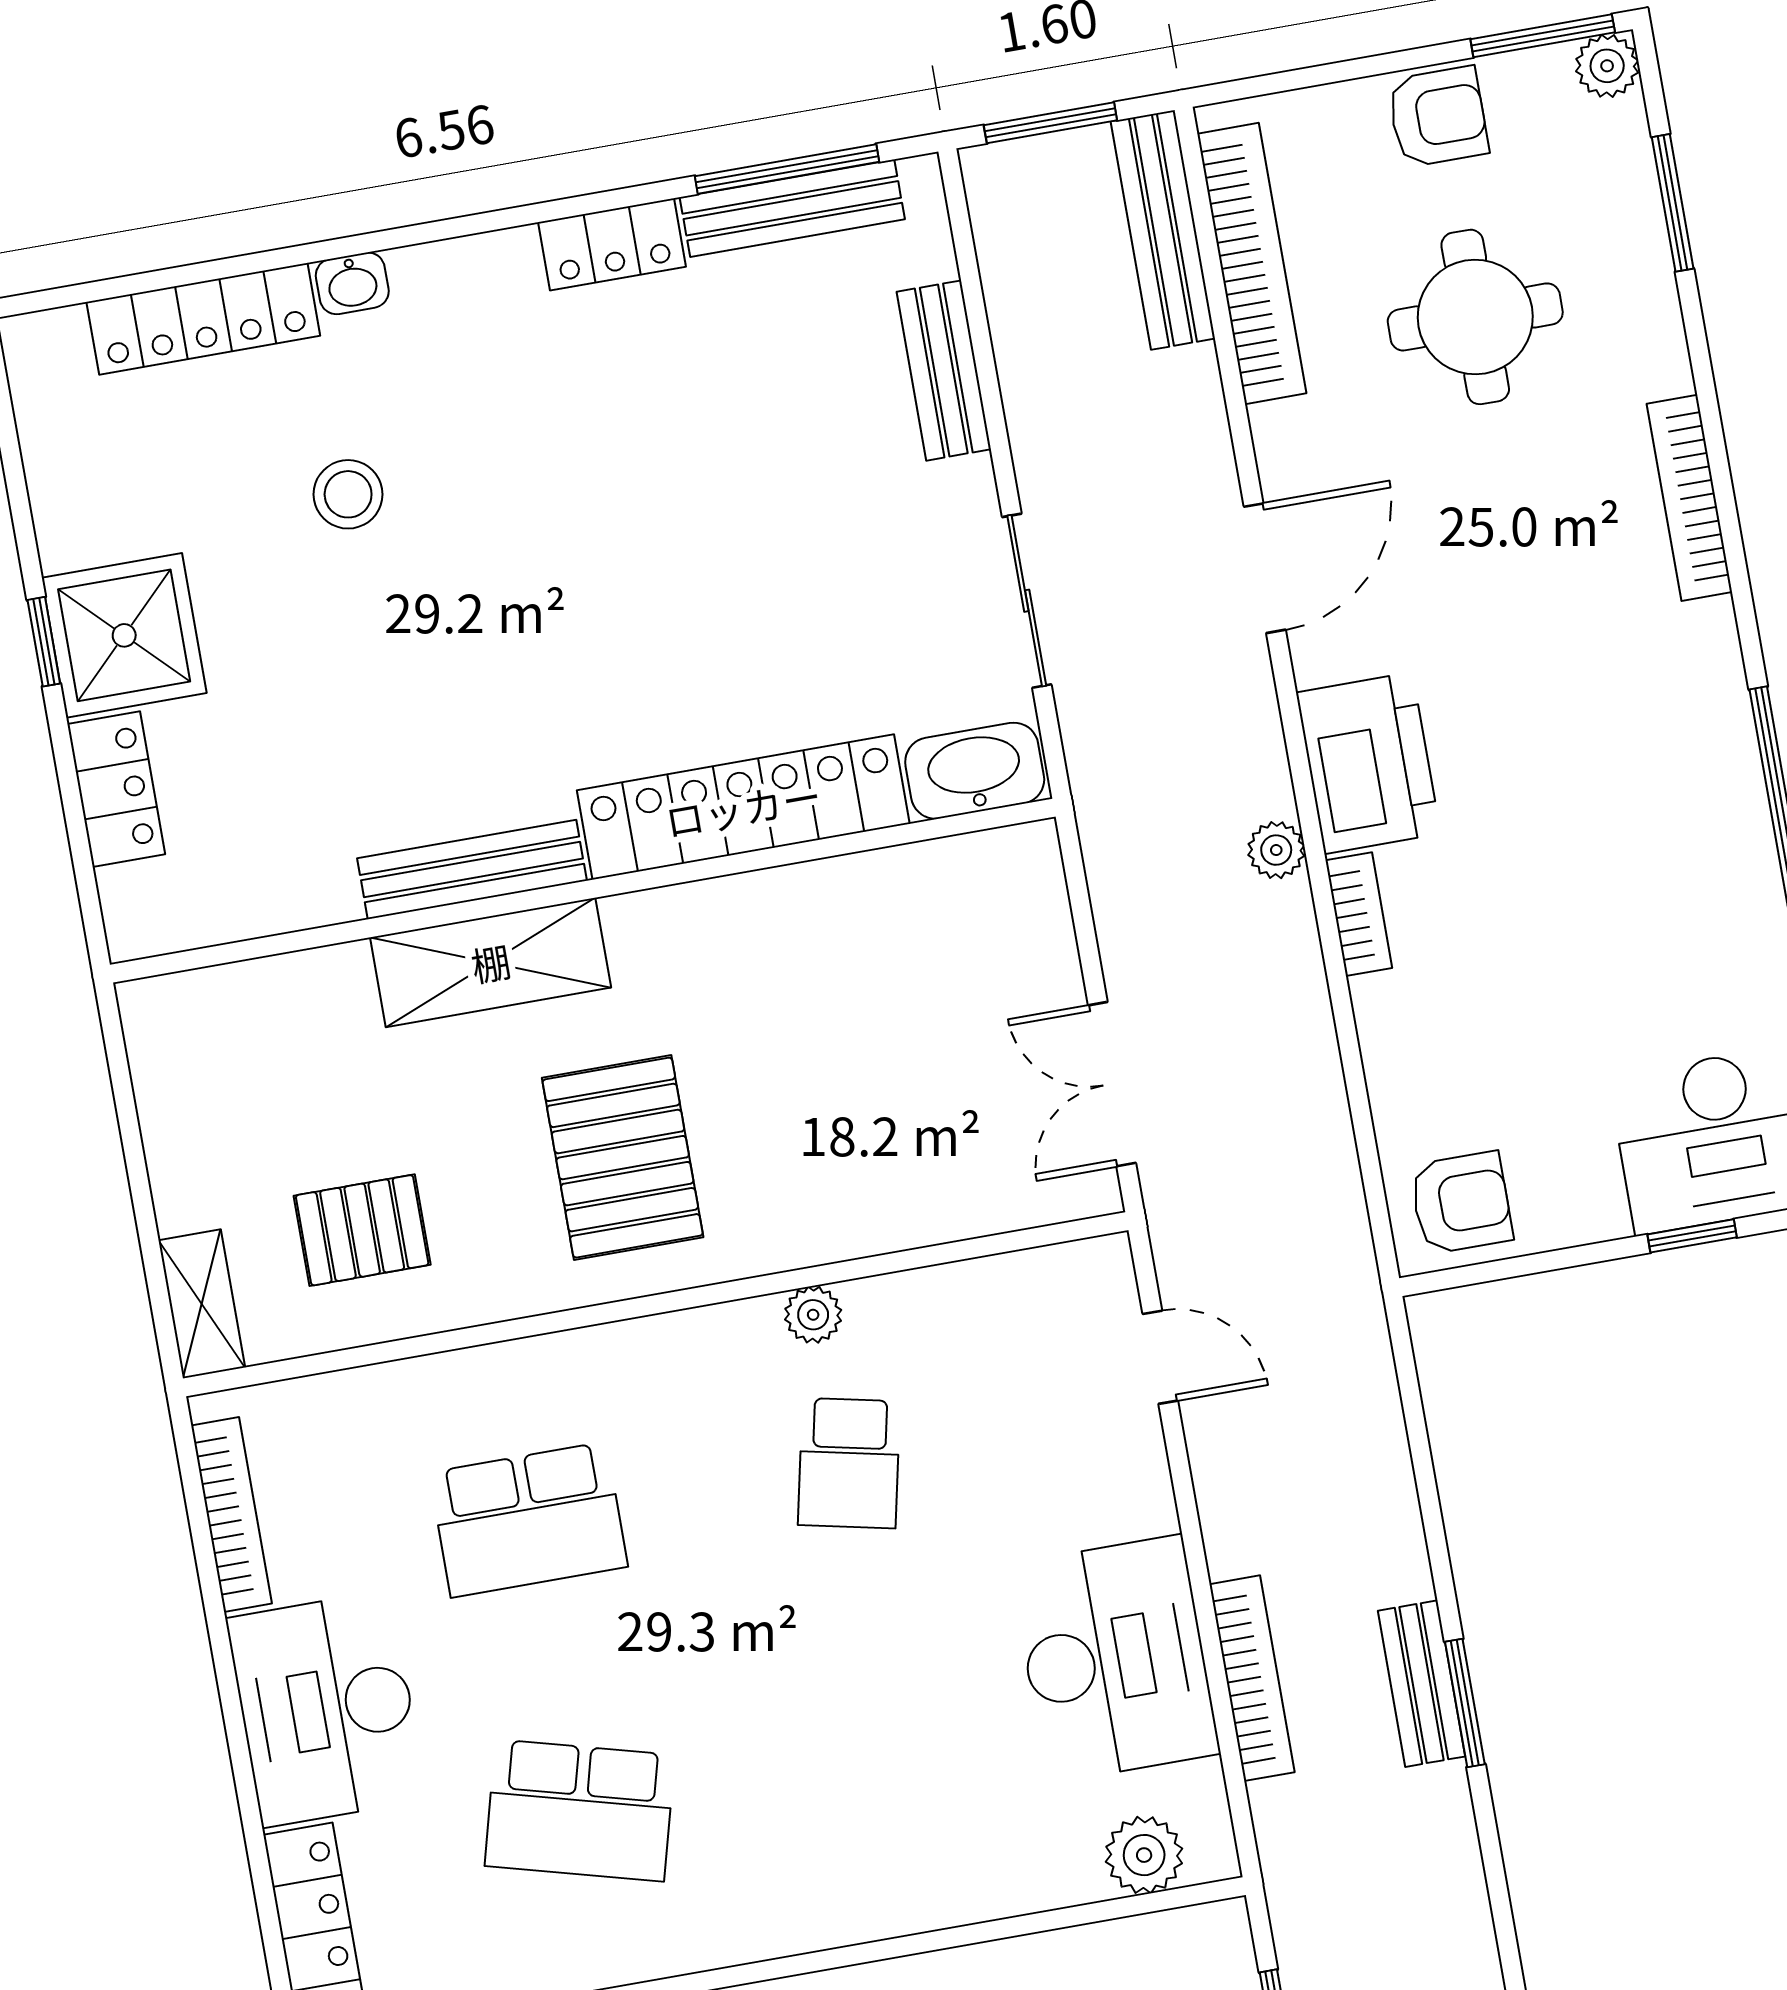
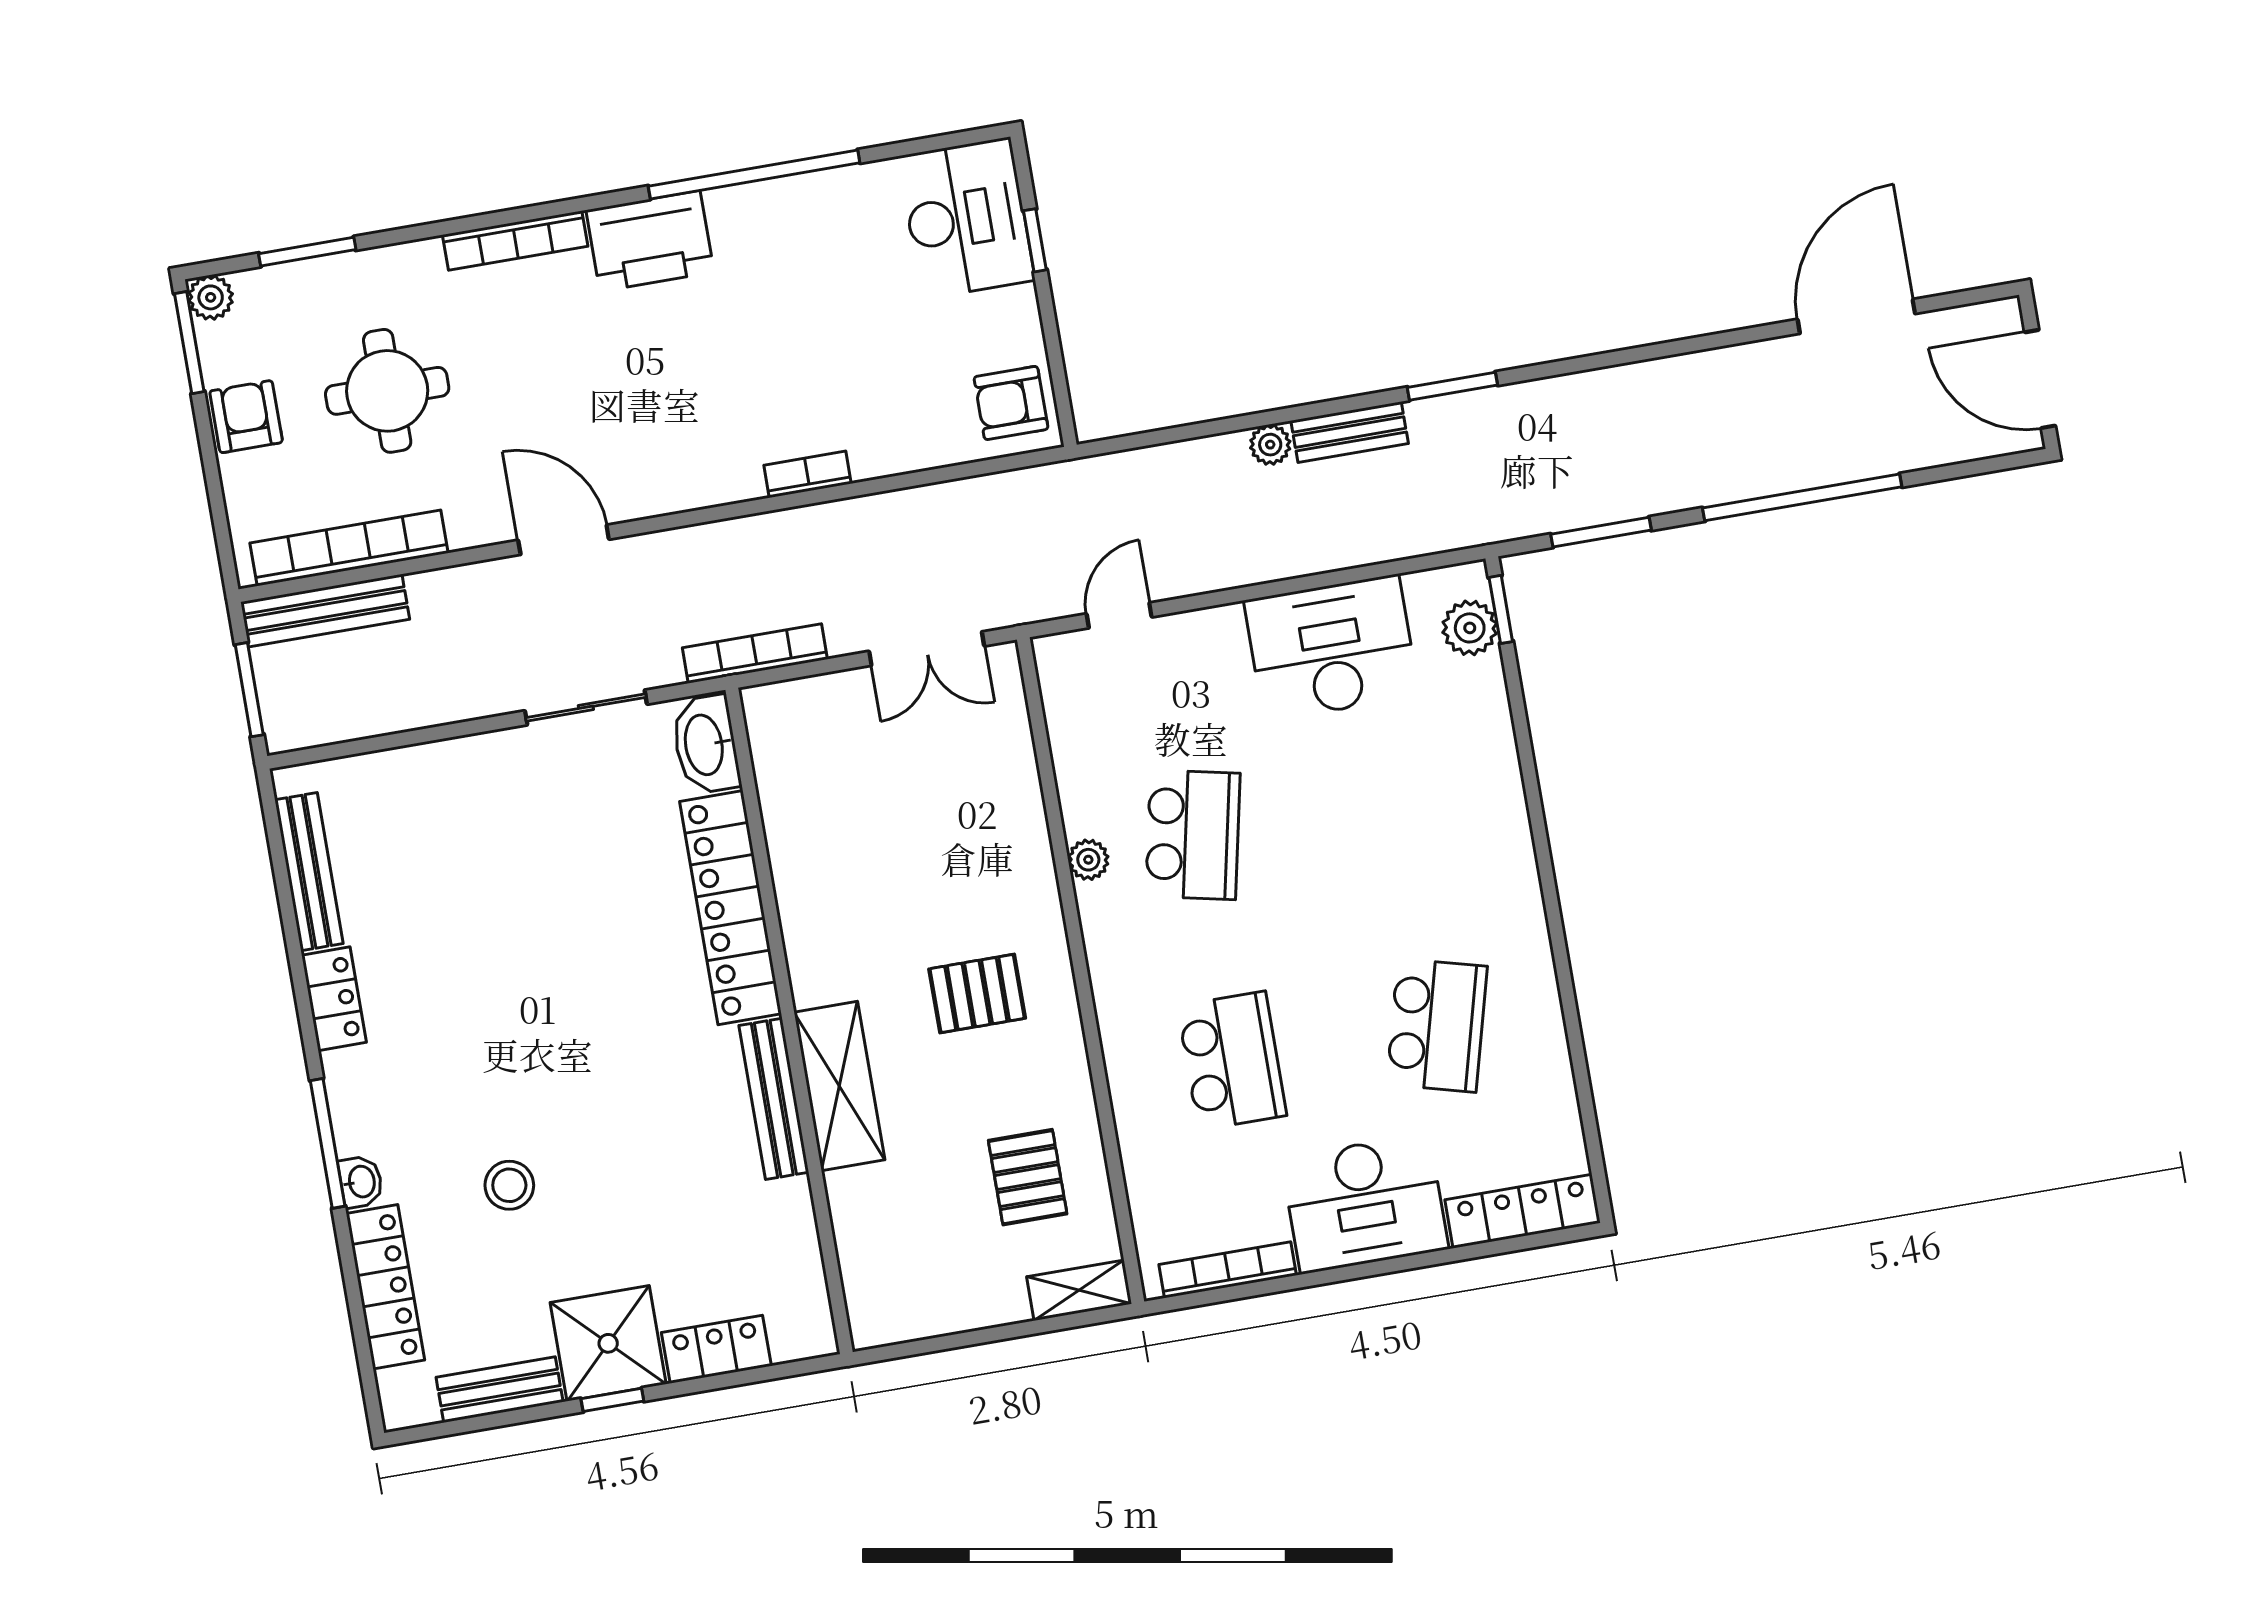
window: (787, 169) -> (328, 1143), moved
bench: (944, 371) -> (500, 1390), moved
printer: (1368, 763) -> (650, 241), moved, turned 180
plant: (1276, 850) -> (1270, 445), moved
pallet: (623, 1158) -> (977, 994), width x0.67, depth x0.71
armchair: (1461, 1203) -> (1011, 403), turned -90
school desk: (849, 1463) -> (1193, 835), width x1.85
bookcase: (1252, 1678) -> (755, 654), moved
window: (1465, 1703) -> (1452, 386), moved
window: (1170, 1899) -> (1501, 609), added

